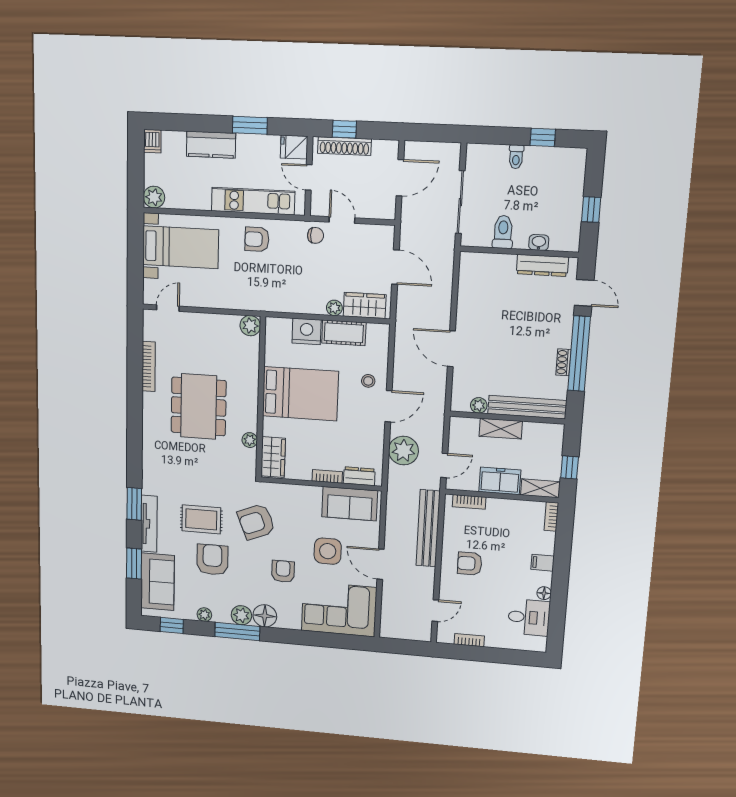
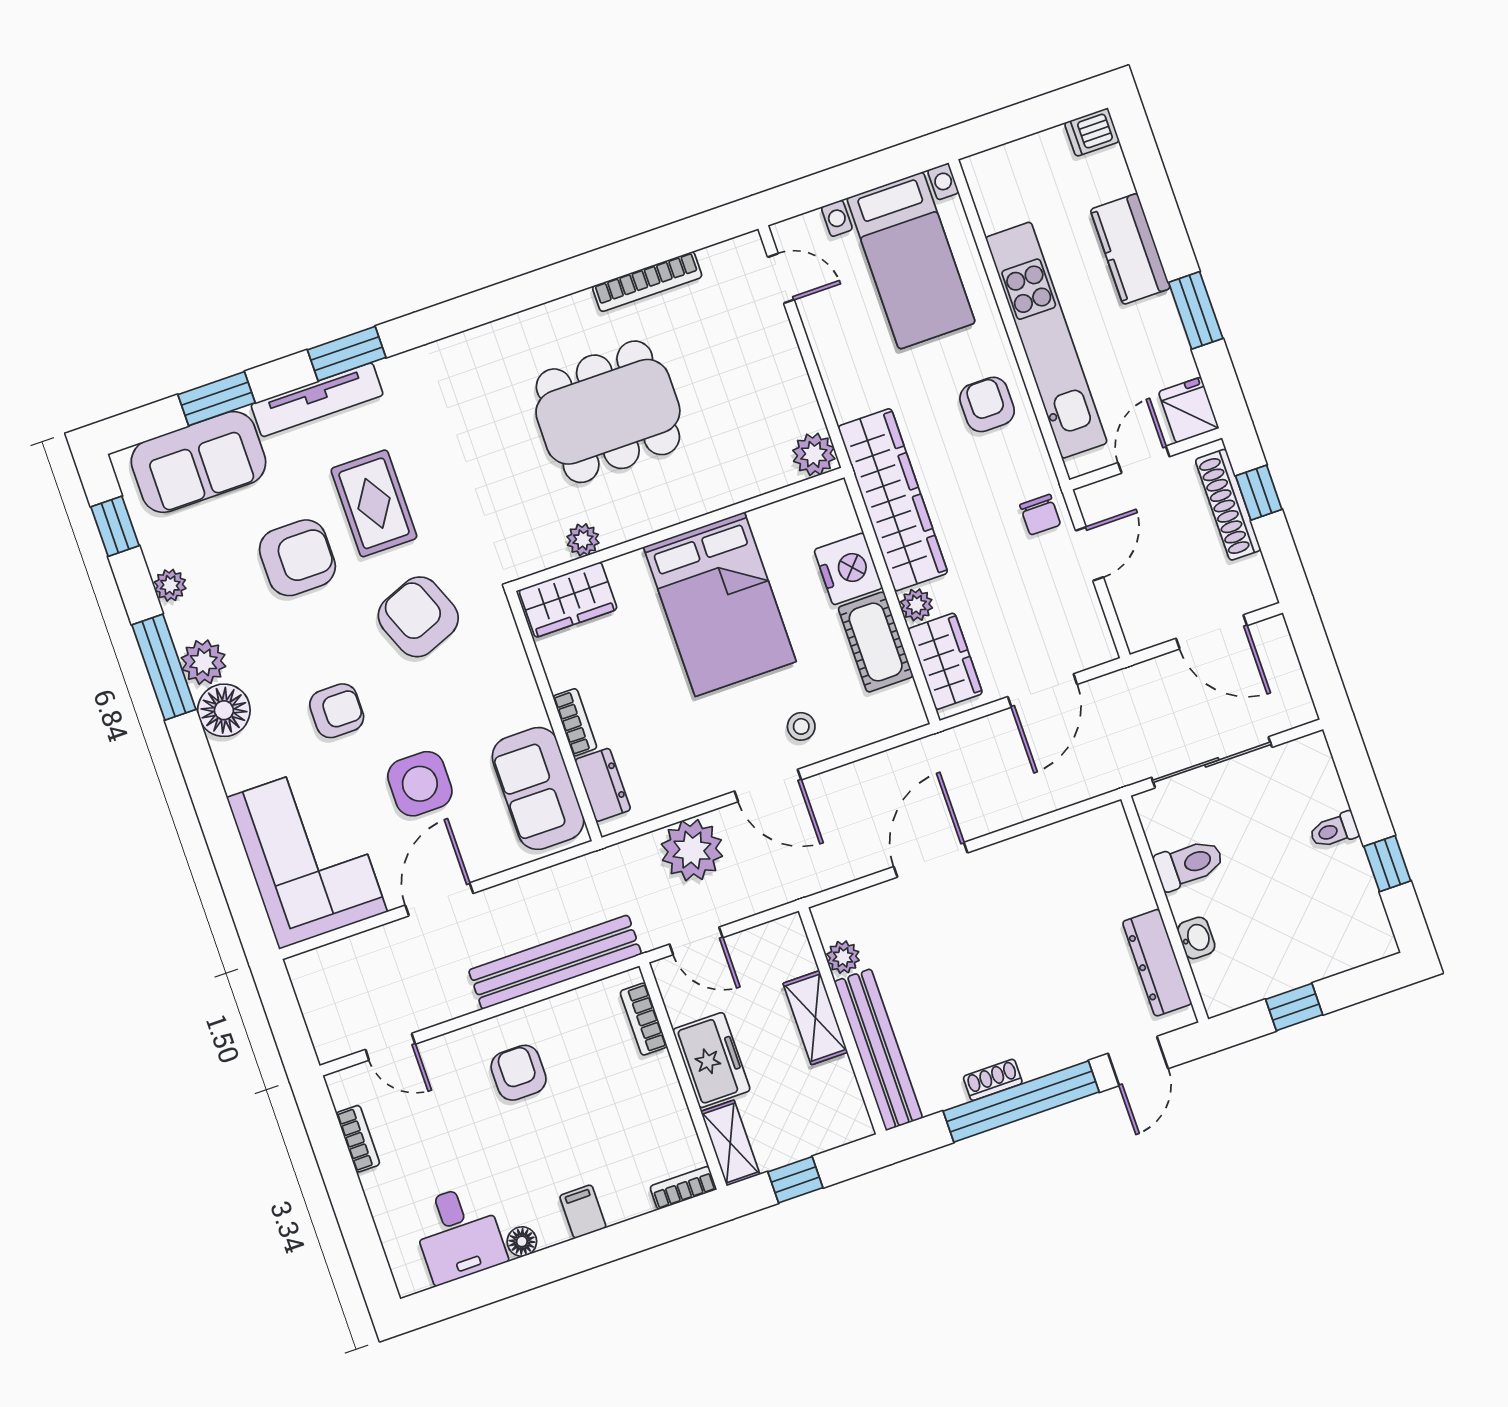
plant: (154, 197) -> (987, 173), removed
kitchen unit: (253, 201) -> (1046, 340), width x1.36
wardrobe: (284, 299) -> (893, 500), added

